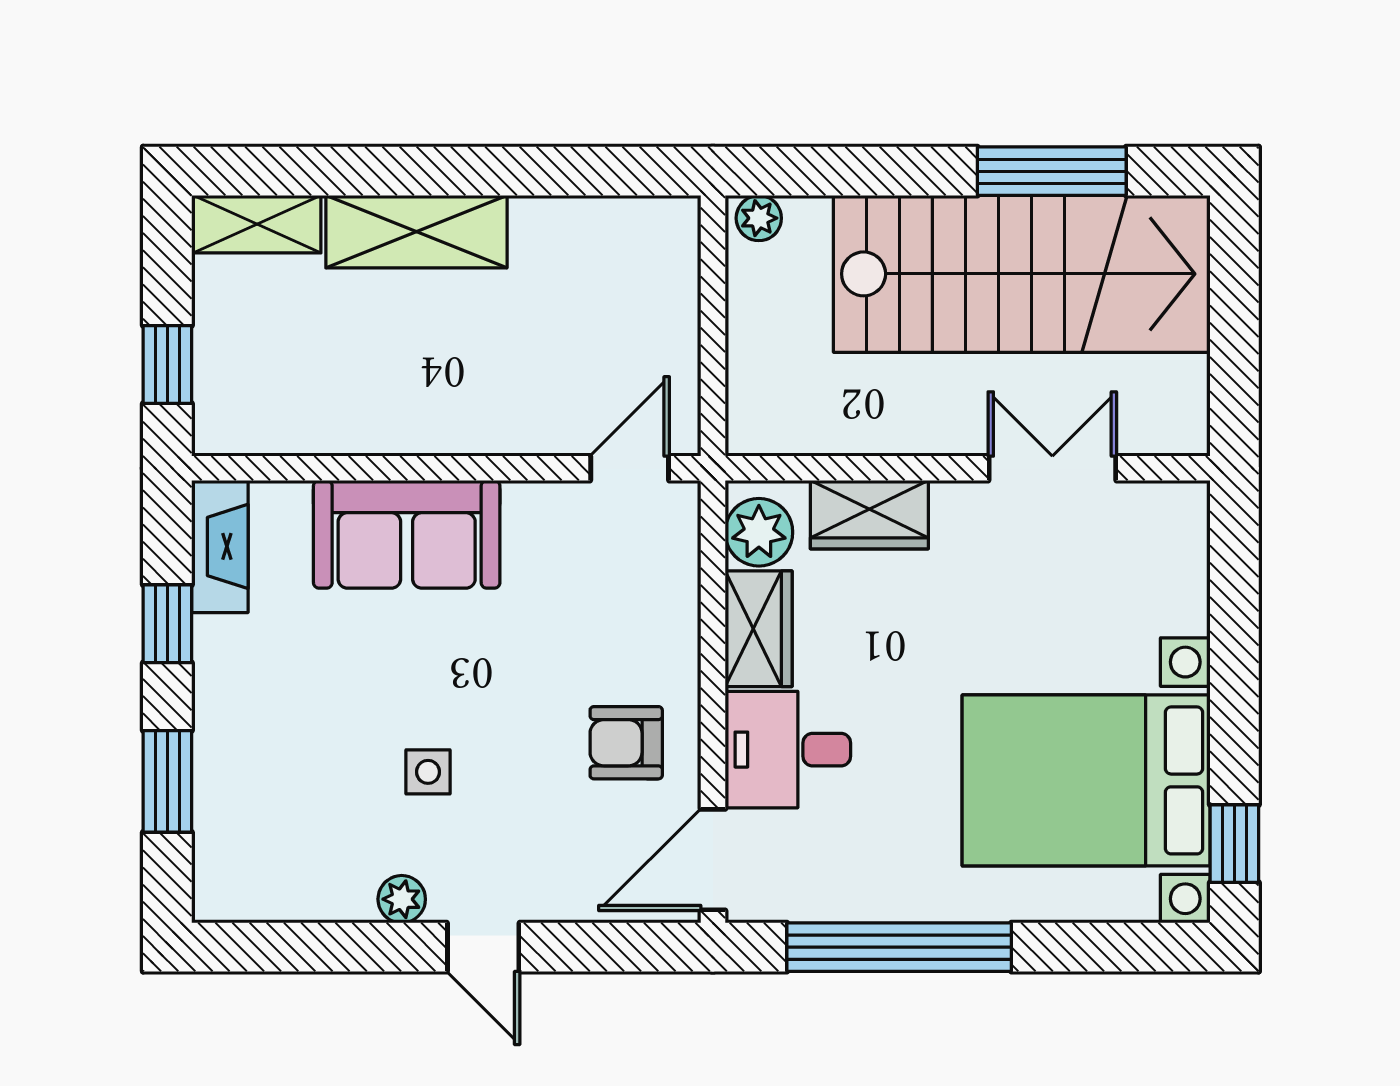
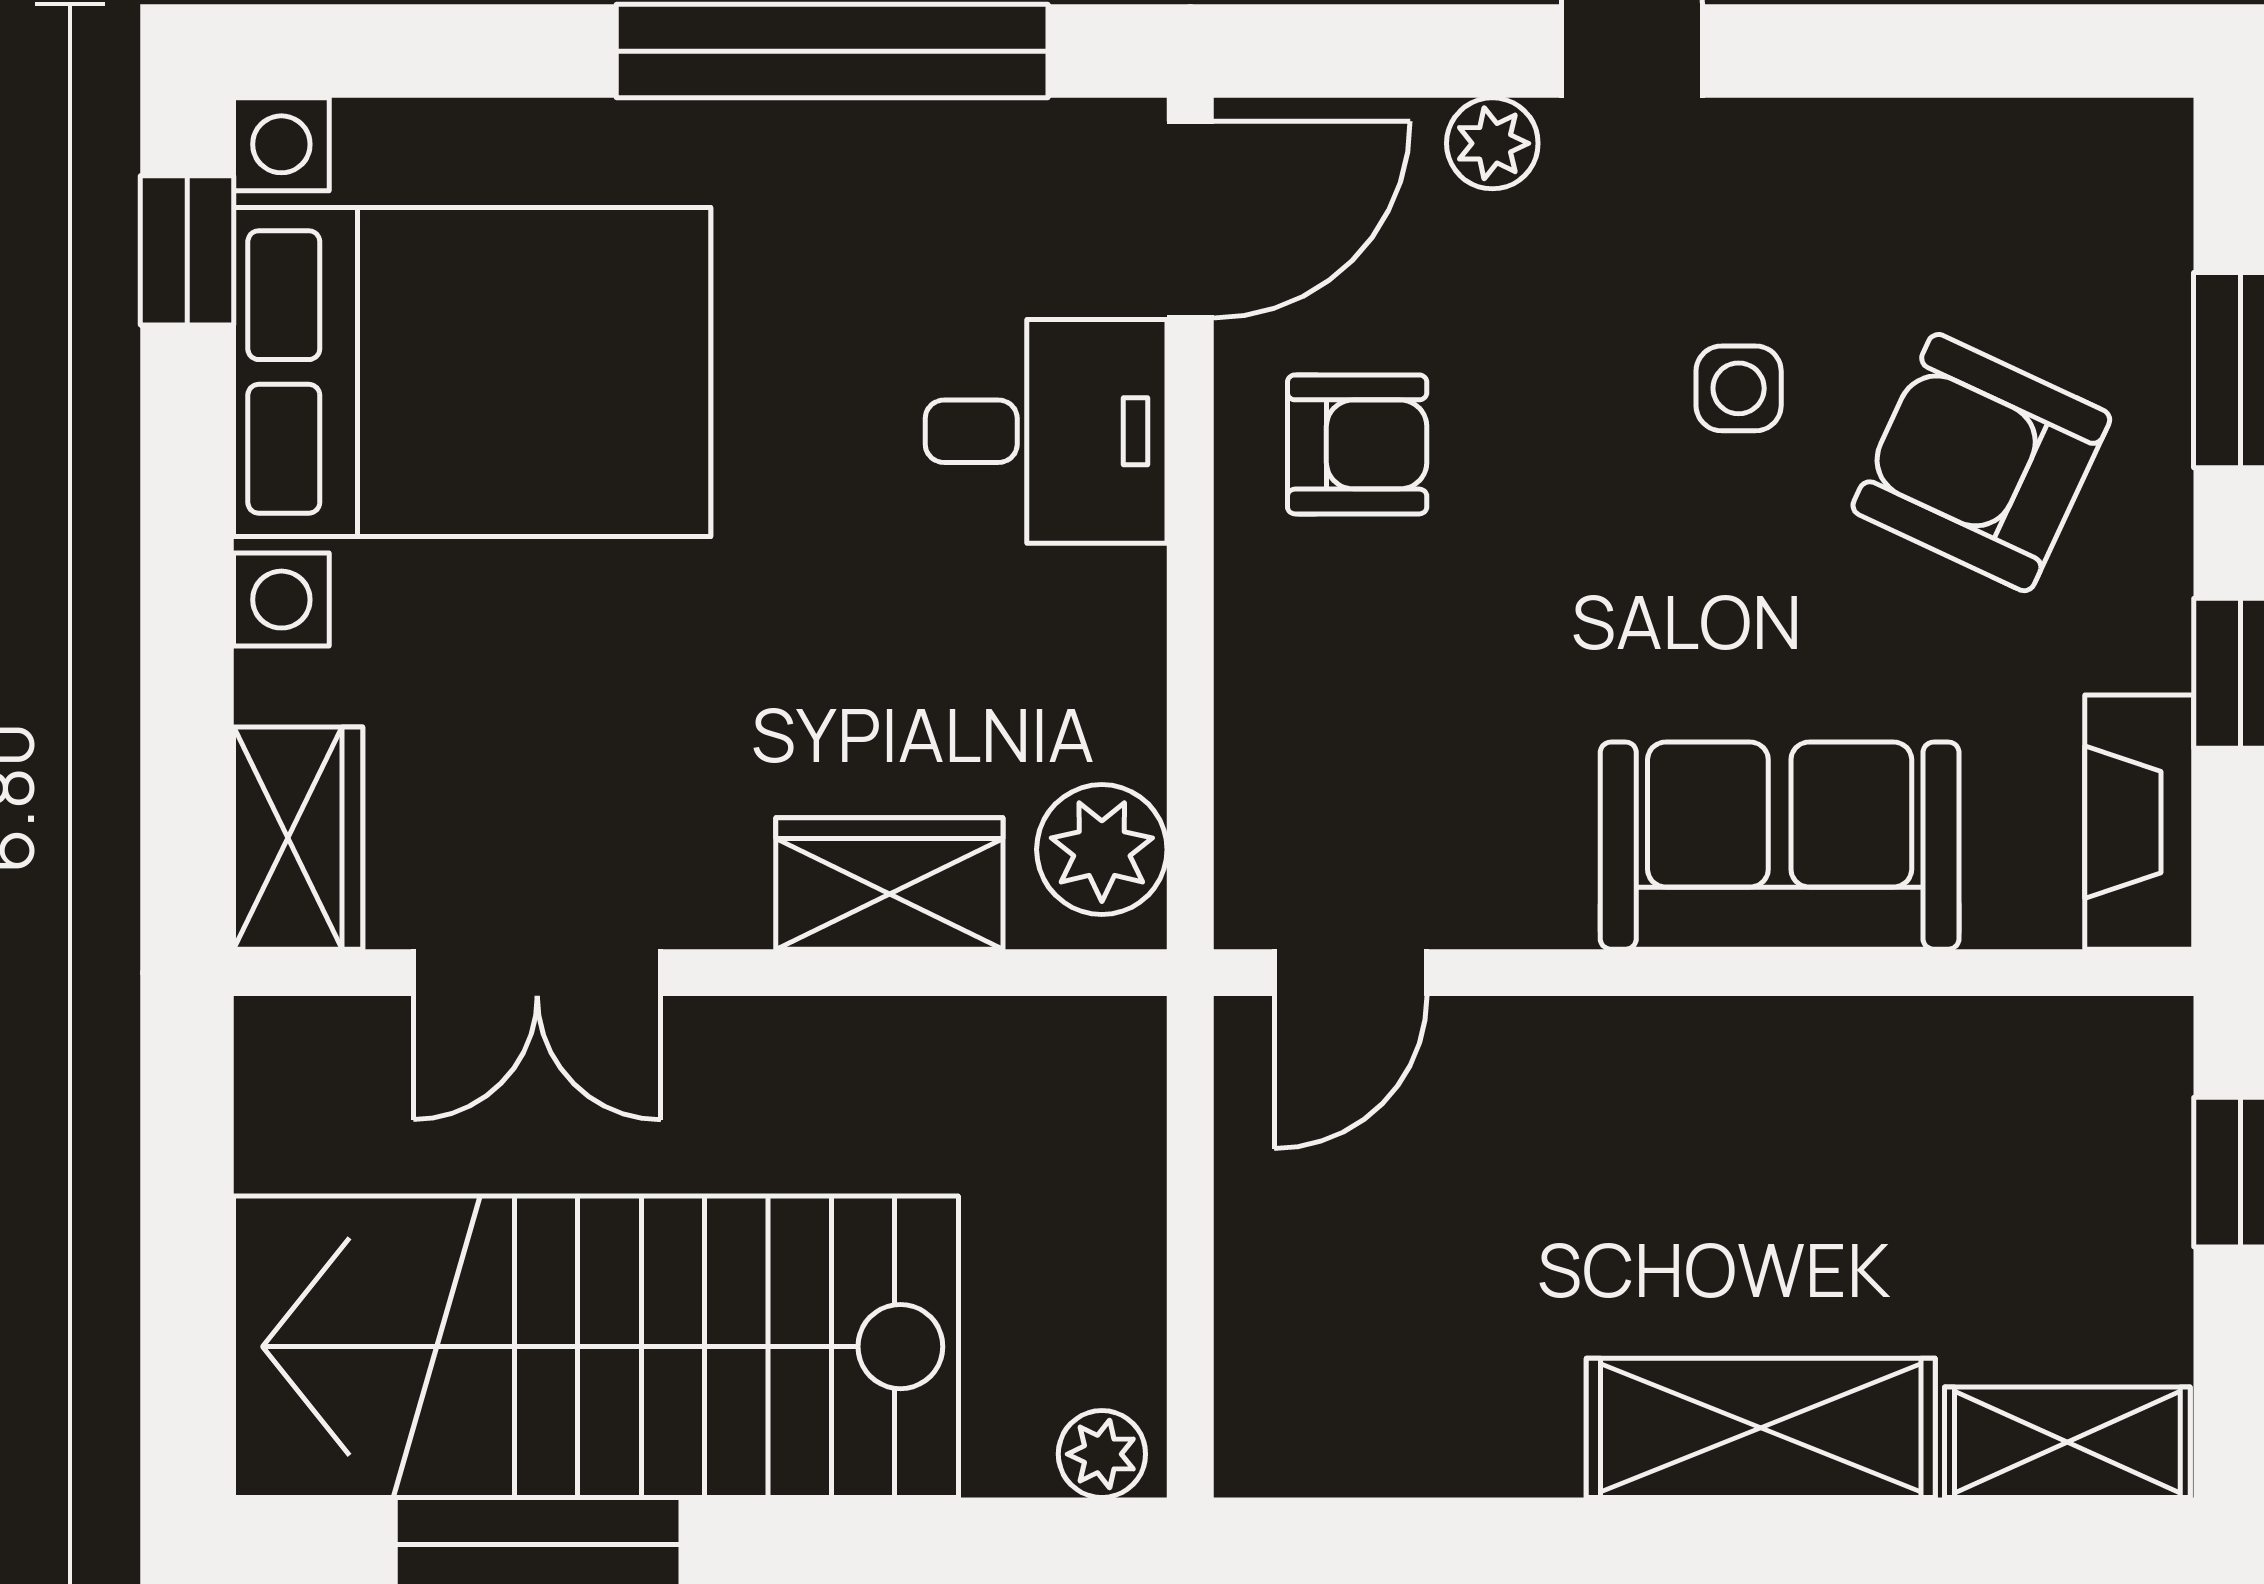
wardrobe: (759, 629) -> (298, 838), moved, turned 180
armchair: (302, 733) -> (1981, 463), added
plant: (402, 899) -> (1492, 143), moved

